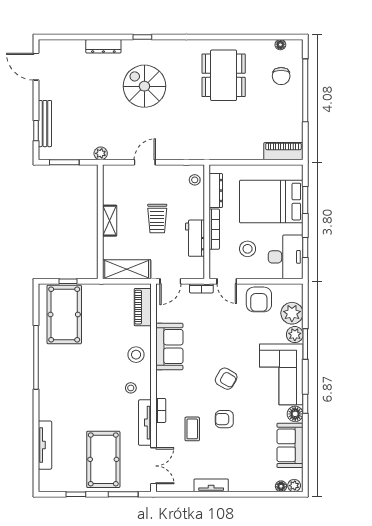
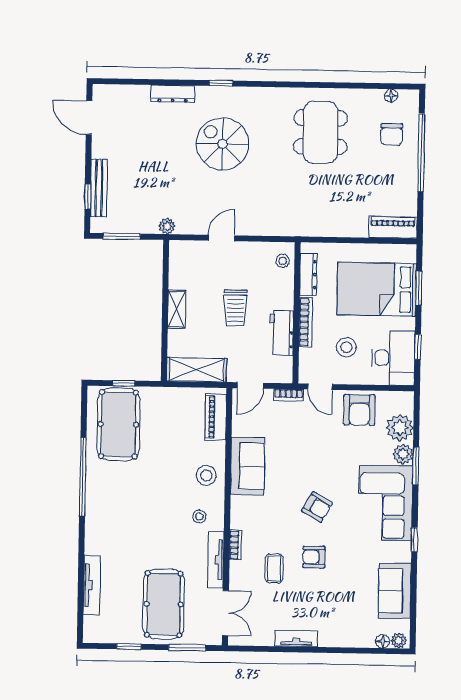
floor lamp: (295, 414) -> (402, 552), removed

